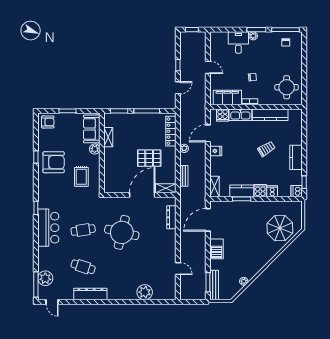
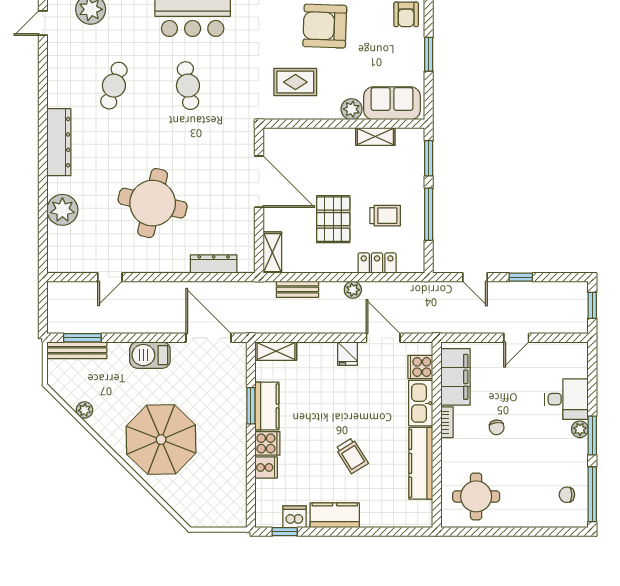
locker: (171, 131) -> (377, 263), width x0.66
trolley: (147, 132) -> (385, 216), added
armchair: (54, 162) -> (325, 26), turned 92
dishwasher: (297, 191) -> (295, 517), moved
door: (142, 195) -> (259, 182), moved
parasol: (280, 228) -> (161, 440), moved, width x1.36, depth x1.36
round table: (122, 232) -> (153, 203), moved
dresser: (90, 294) -> (59, 142), moved

